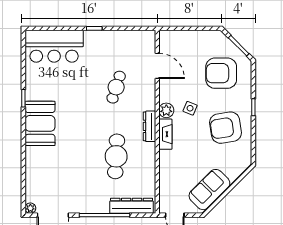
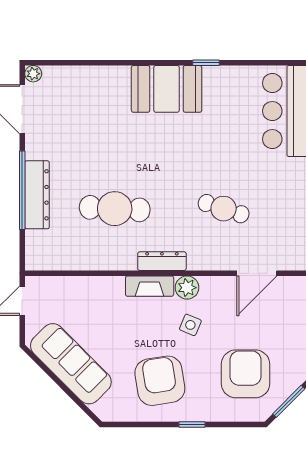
sofa: (209, 190) -> (71, 364), width x1.36
dresser: (132, 206) -> (37, 195), moved

